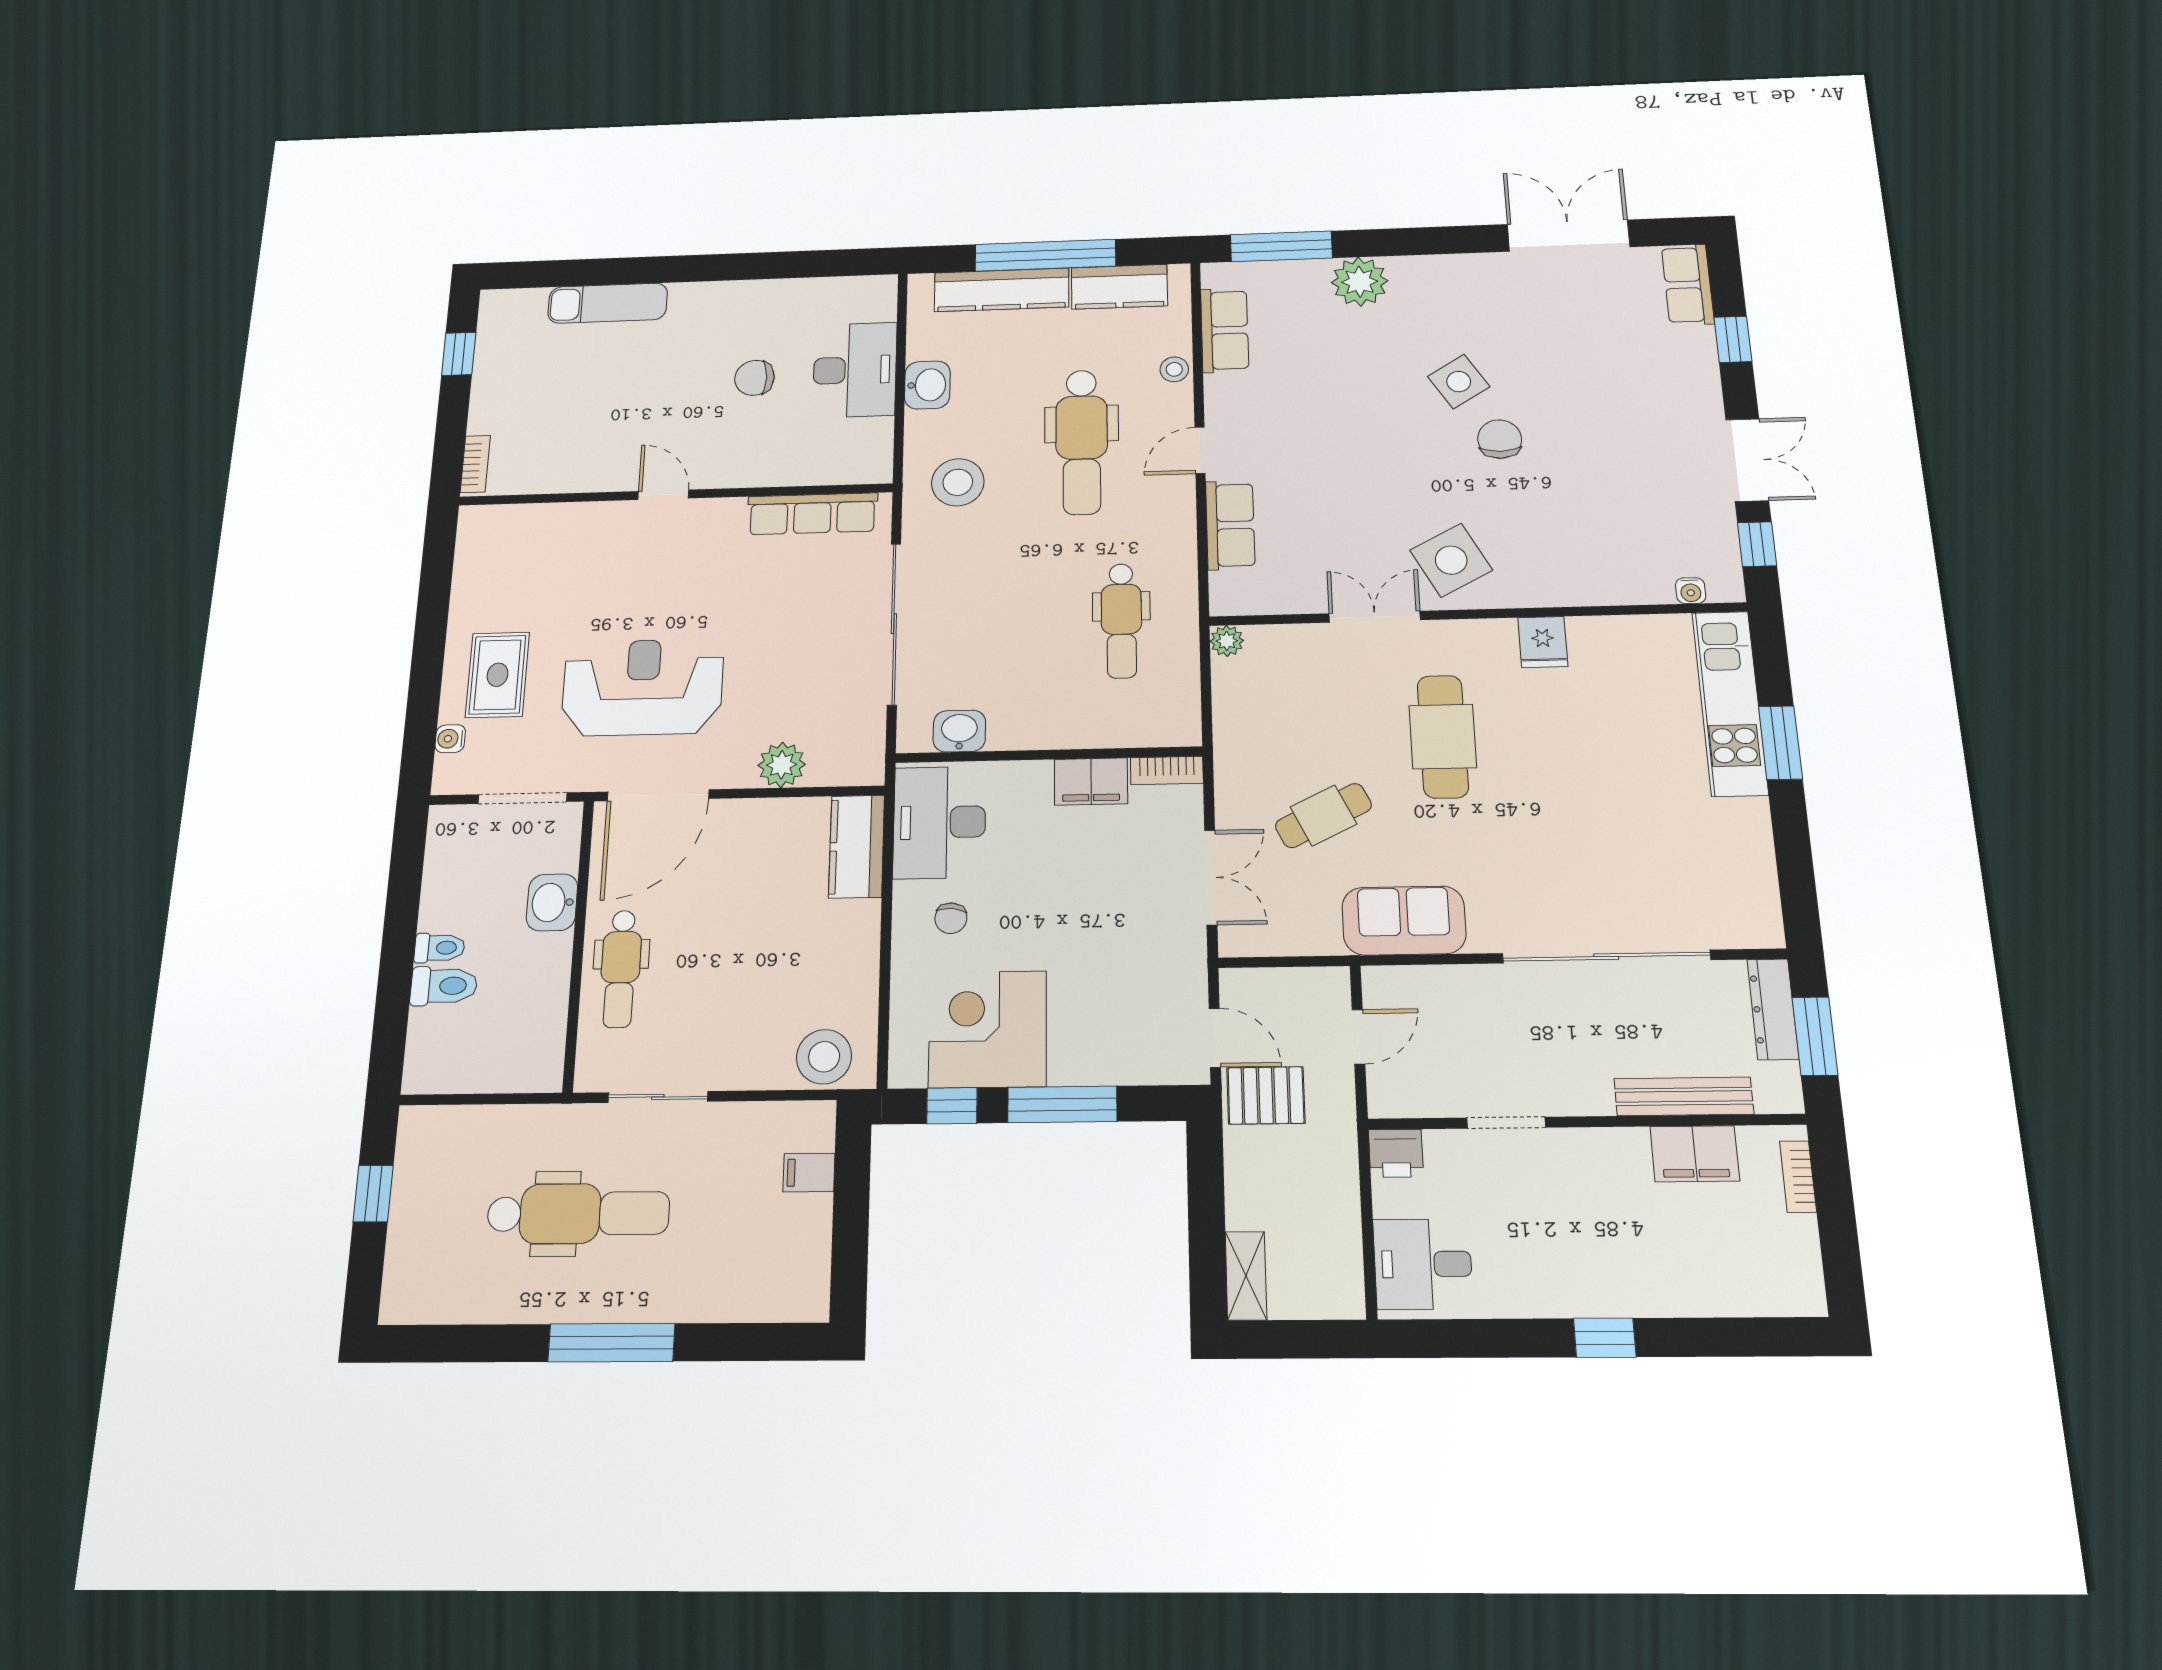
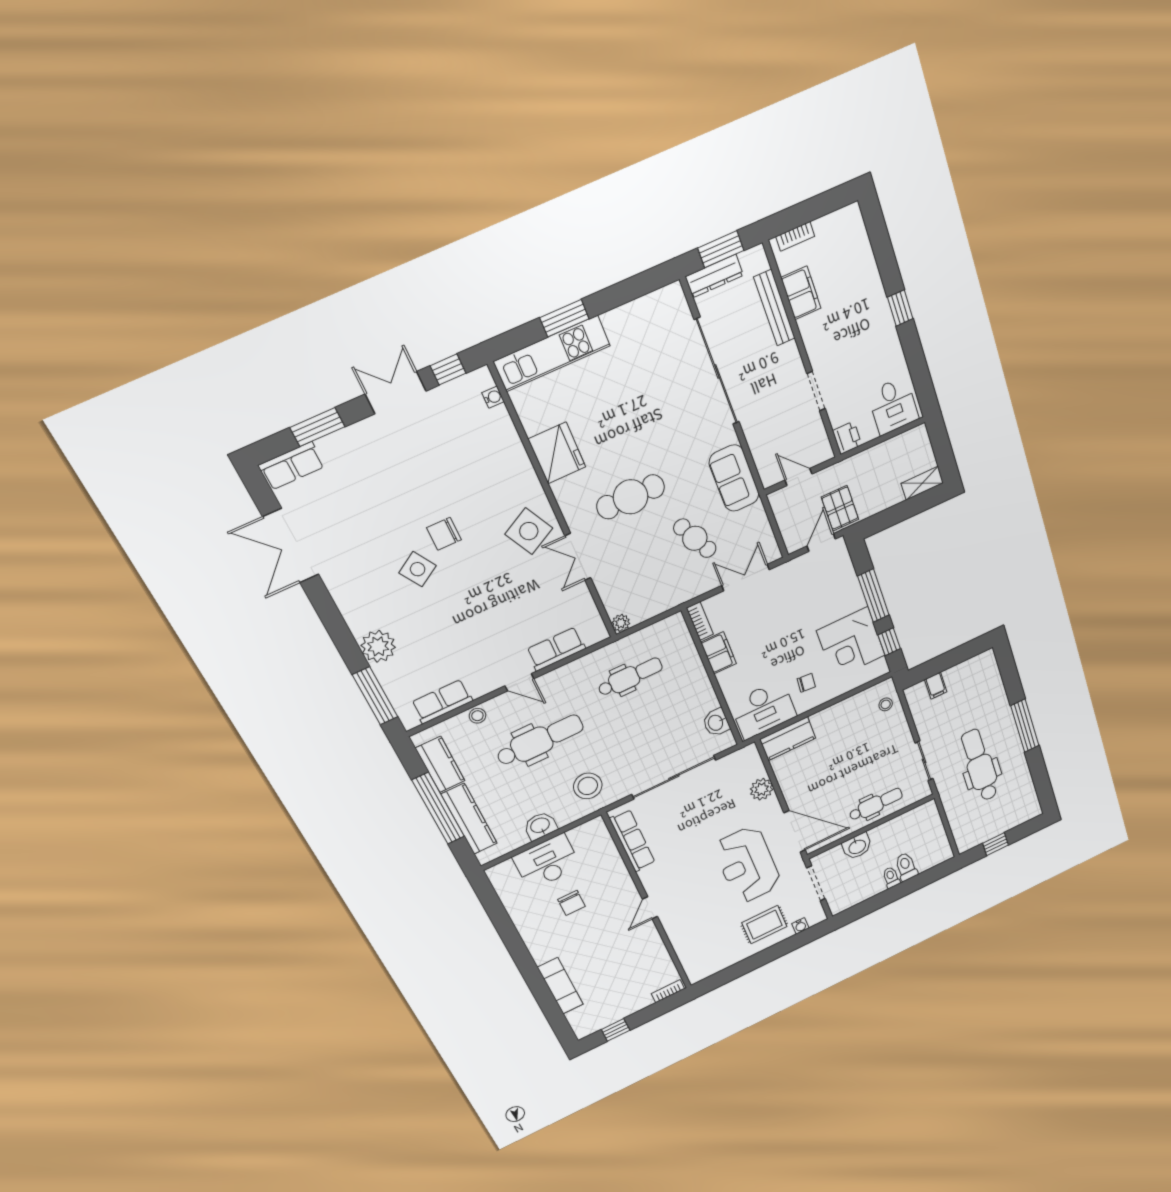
window: (1733, 339) -> (317, 427), width x1.50
fridge: (1543, 642) -> (557, 453), width x1.88, depth x1.34
stool: (824, 1057) -> (886, 704), width x0.53, depth x0.53

